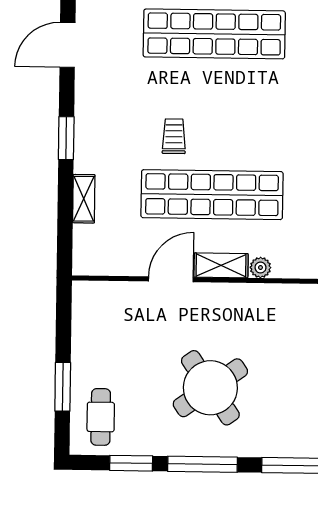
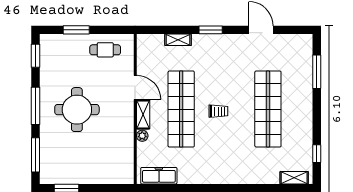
trolley: (174, 136) -> (218, 111), moved
round table: (210, 388) -> (77, 110), turned 35
cafe table: (101, 417) -> (105, 50), moved
window: (131, 463) -> (36, 56), moved

